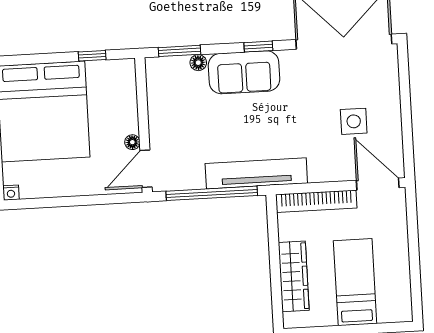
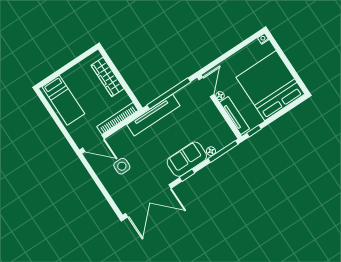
window: (179, 51) -> (223, 151), width x1.44
window: (92, 56) -> (254, 131), moved
tv unit: (128, 97) -> (235, 116), added
bed: (355, 282) -> (63, 100), moved

